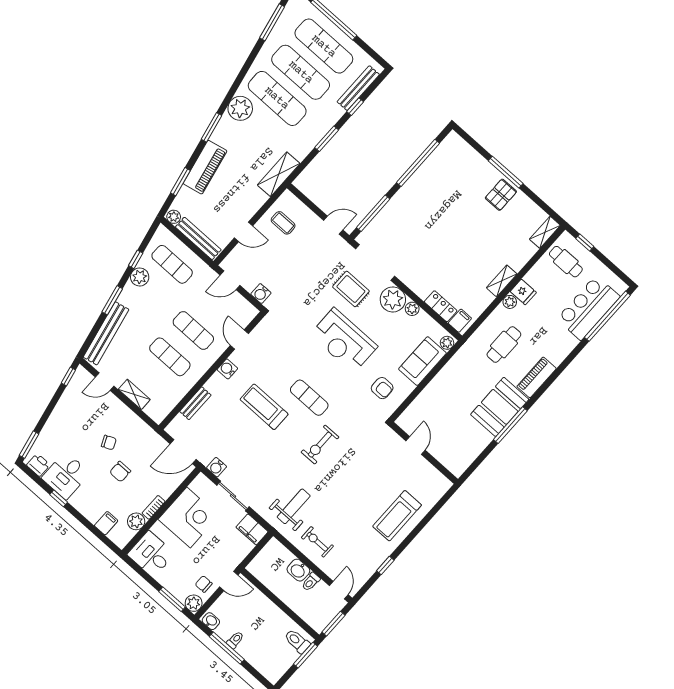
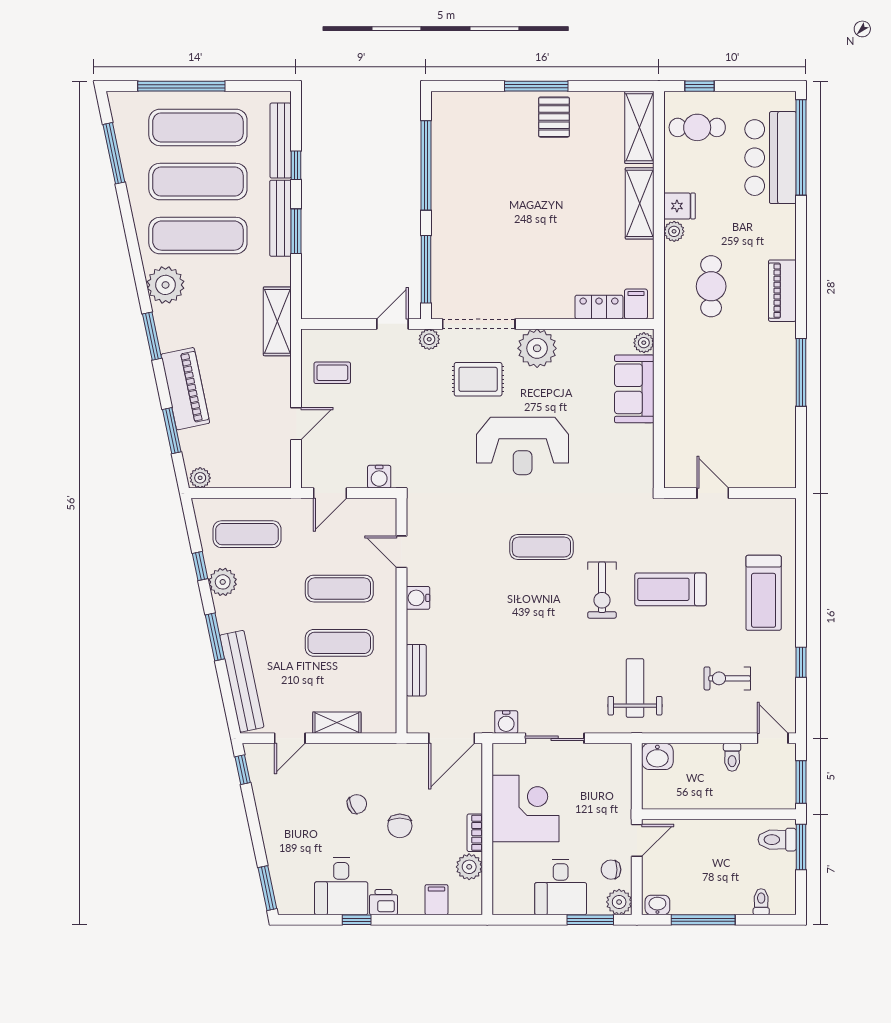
shelving: (545, 232) -> (639, 127), width x1.50, depth x1.33
bench: (198, 238) -> (280, 218), moved, turned 90
shelving: (502, 281) -> (640, 203), width x1.50, depth x1.33
plant: (412, 309) -> (429, 339), moved
armchair: (382, 388) -> (616, 461), removed
treadmill: (264, 407) -> (671, 589), moved
booth: (500, 407) -> (770, 362), removed
printer: (38, 465) -> (384, 902), moved
filing cabinet: (252, 529) -> (611, 757), removed
exercise bike: (317, 542) -> (727, 678), moved
desk: (151, 554) -> (561, 887), moved, turned -90
washbasin: (298, 570) -> (657, 756), moved
toilet: (235, 640) -> (761, 902), moved

